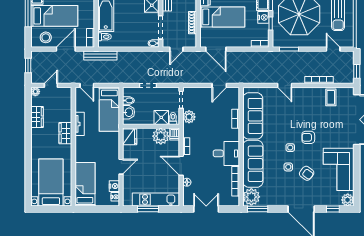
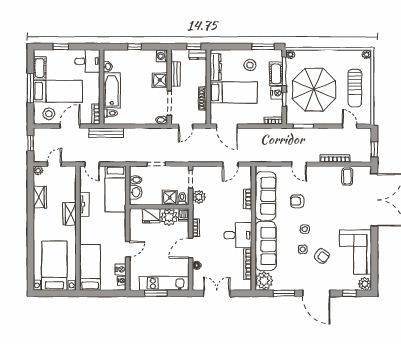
fridge: (130, 137) -> (151, 216), moved, turned 90
armchair: (308, 137) -> (297, 201), moved
door: (181, 166) -> (191, 248), hinge flipped
window: (258, 209) -> (284, 293), moved

